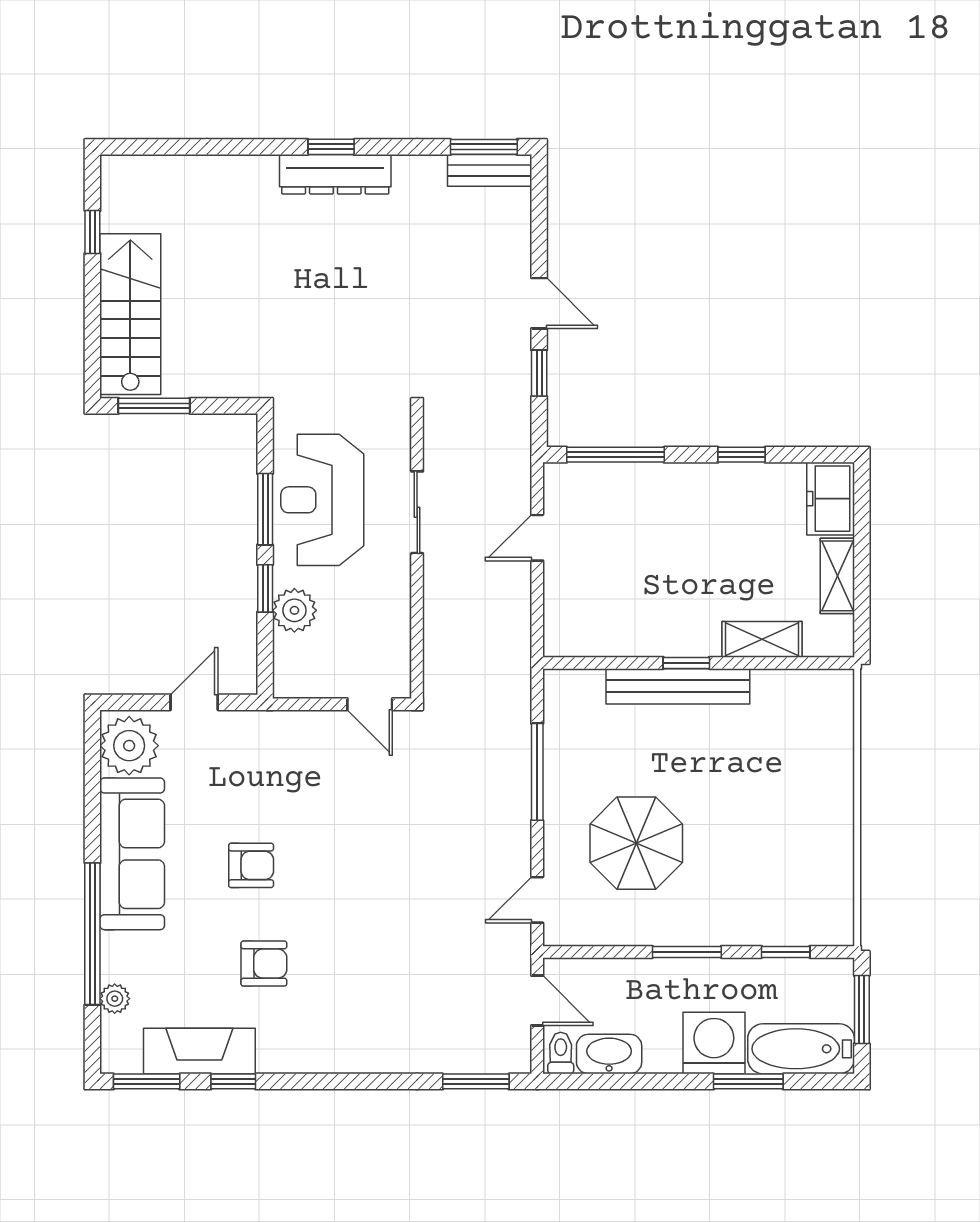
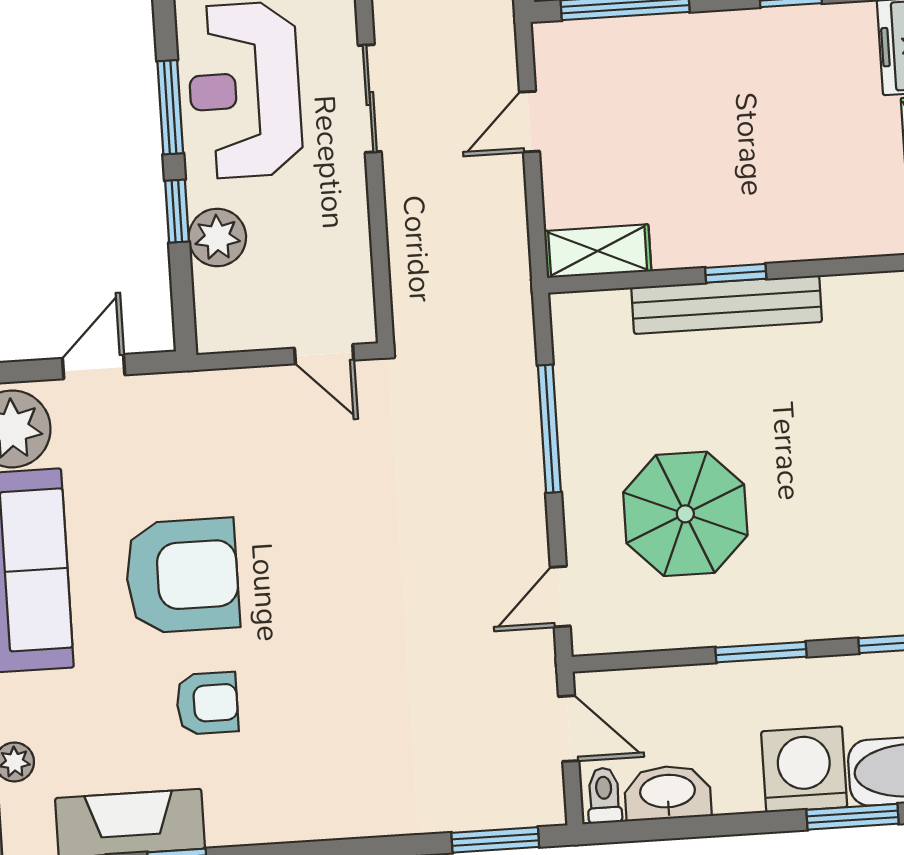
shelving: (762, 639) -> (598, 251), moved
armchair: (251, 865) -> (182, 576), width x1.88, depth x1.88

